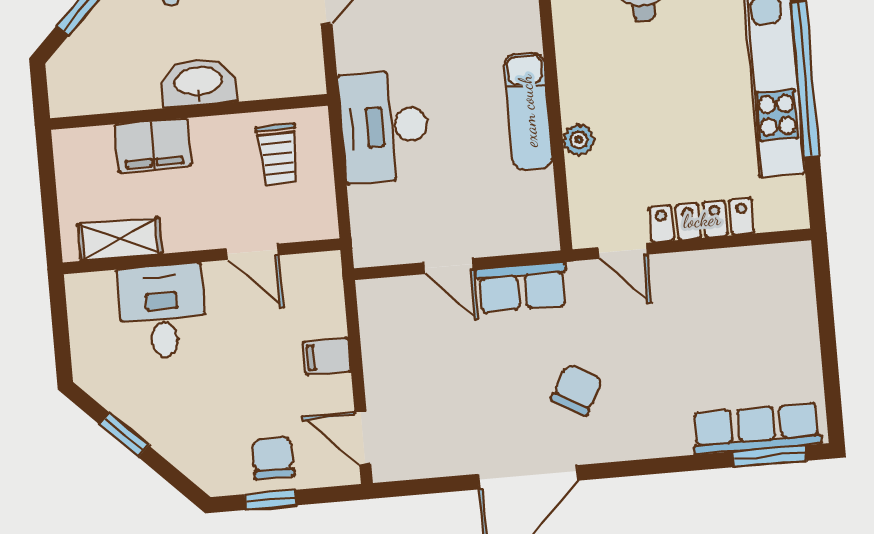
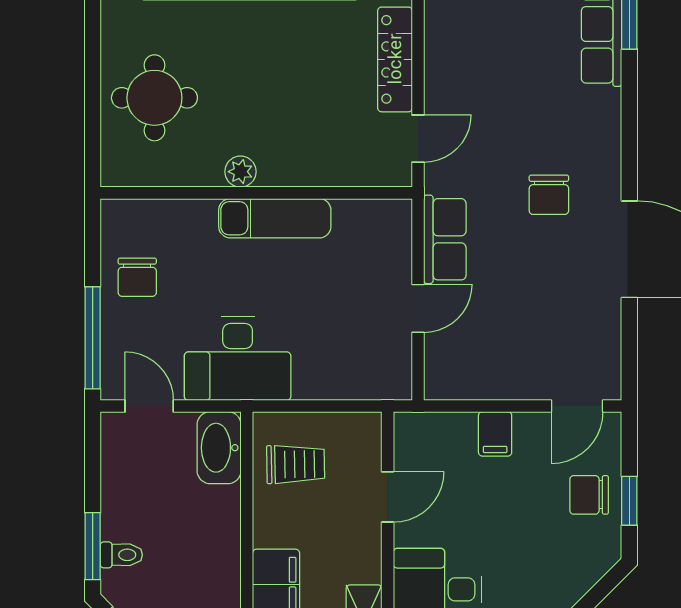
washbasin: (198, 83) -> (219, 448), moved
desk: (385, 126) -> (238, 359), moved
plant: (579, 140) -> (240, 172), moved
chair: (577, 390) -> (549, 195), turned -120

